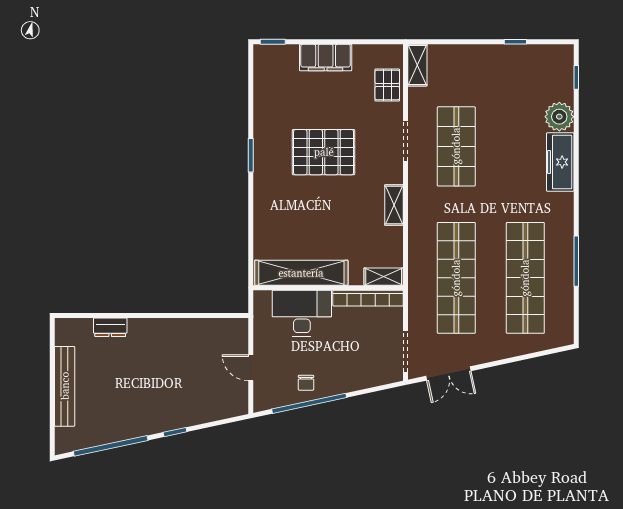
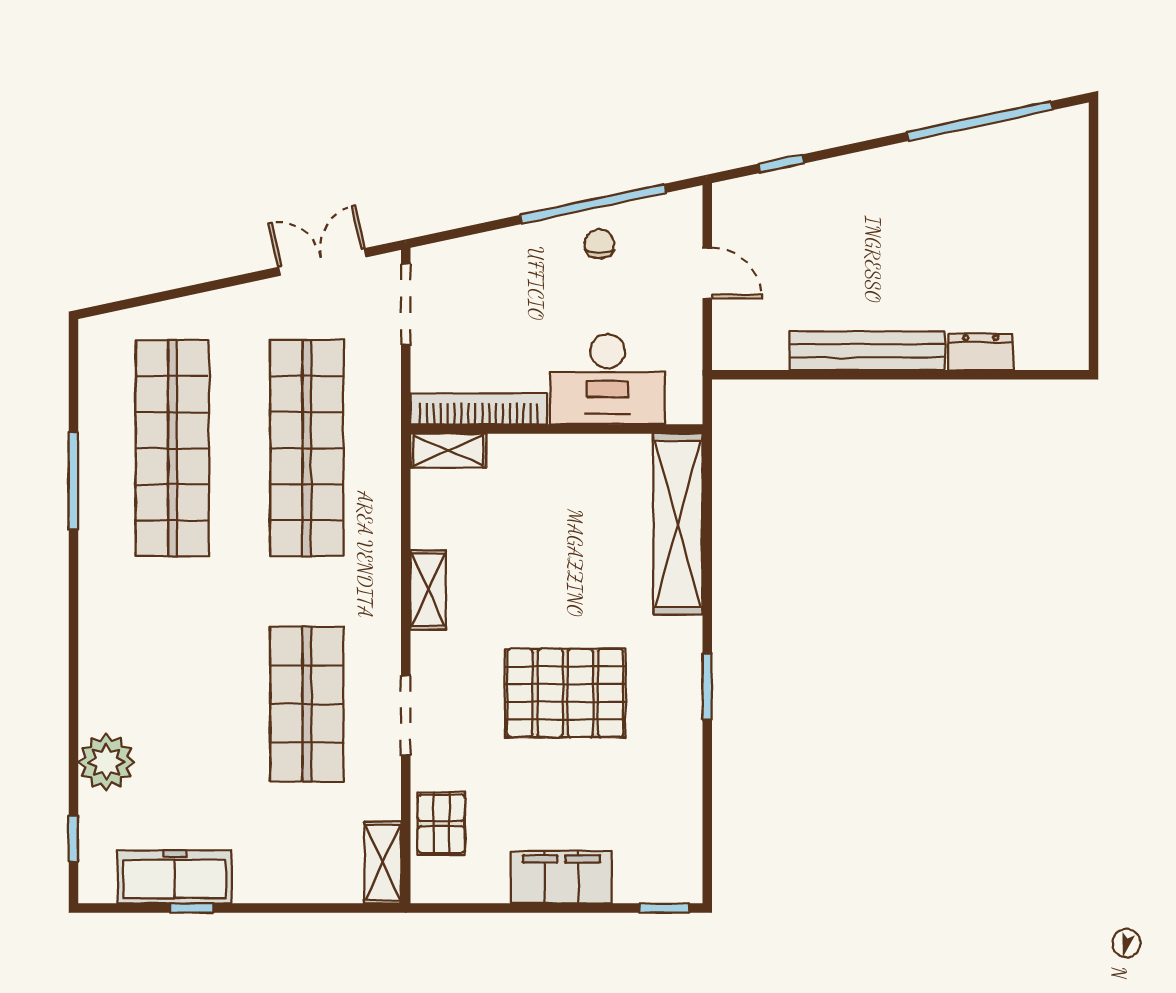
freezer: (560, 162) -> (175, 877), moved, turned -90
shelving: (301, 273) -> (678, 524), moved, turned 90
bench: (65, 386) -> (867, 351), moved, turned 90
window: (175, 432) -> (781, 164), moved

